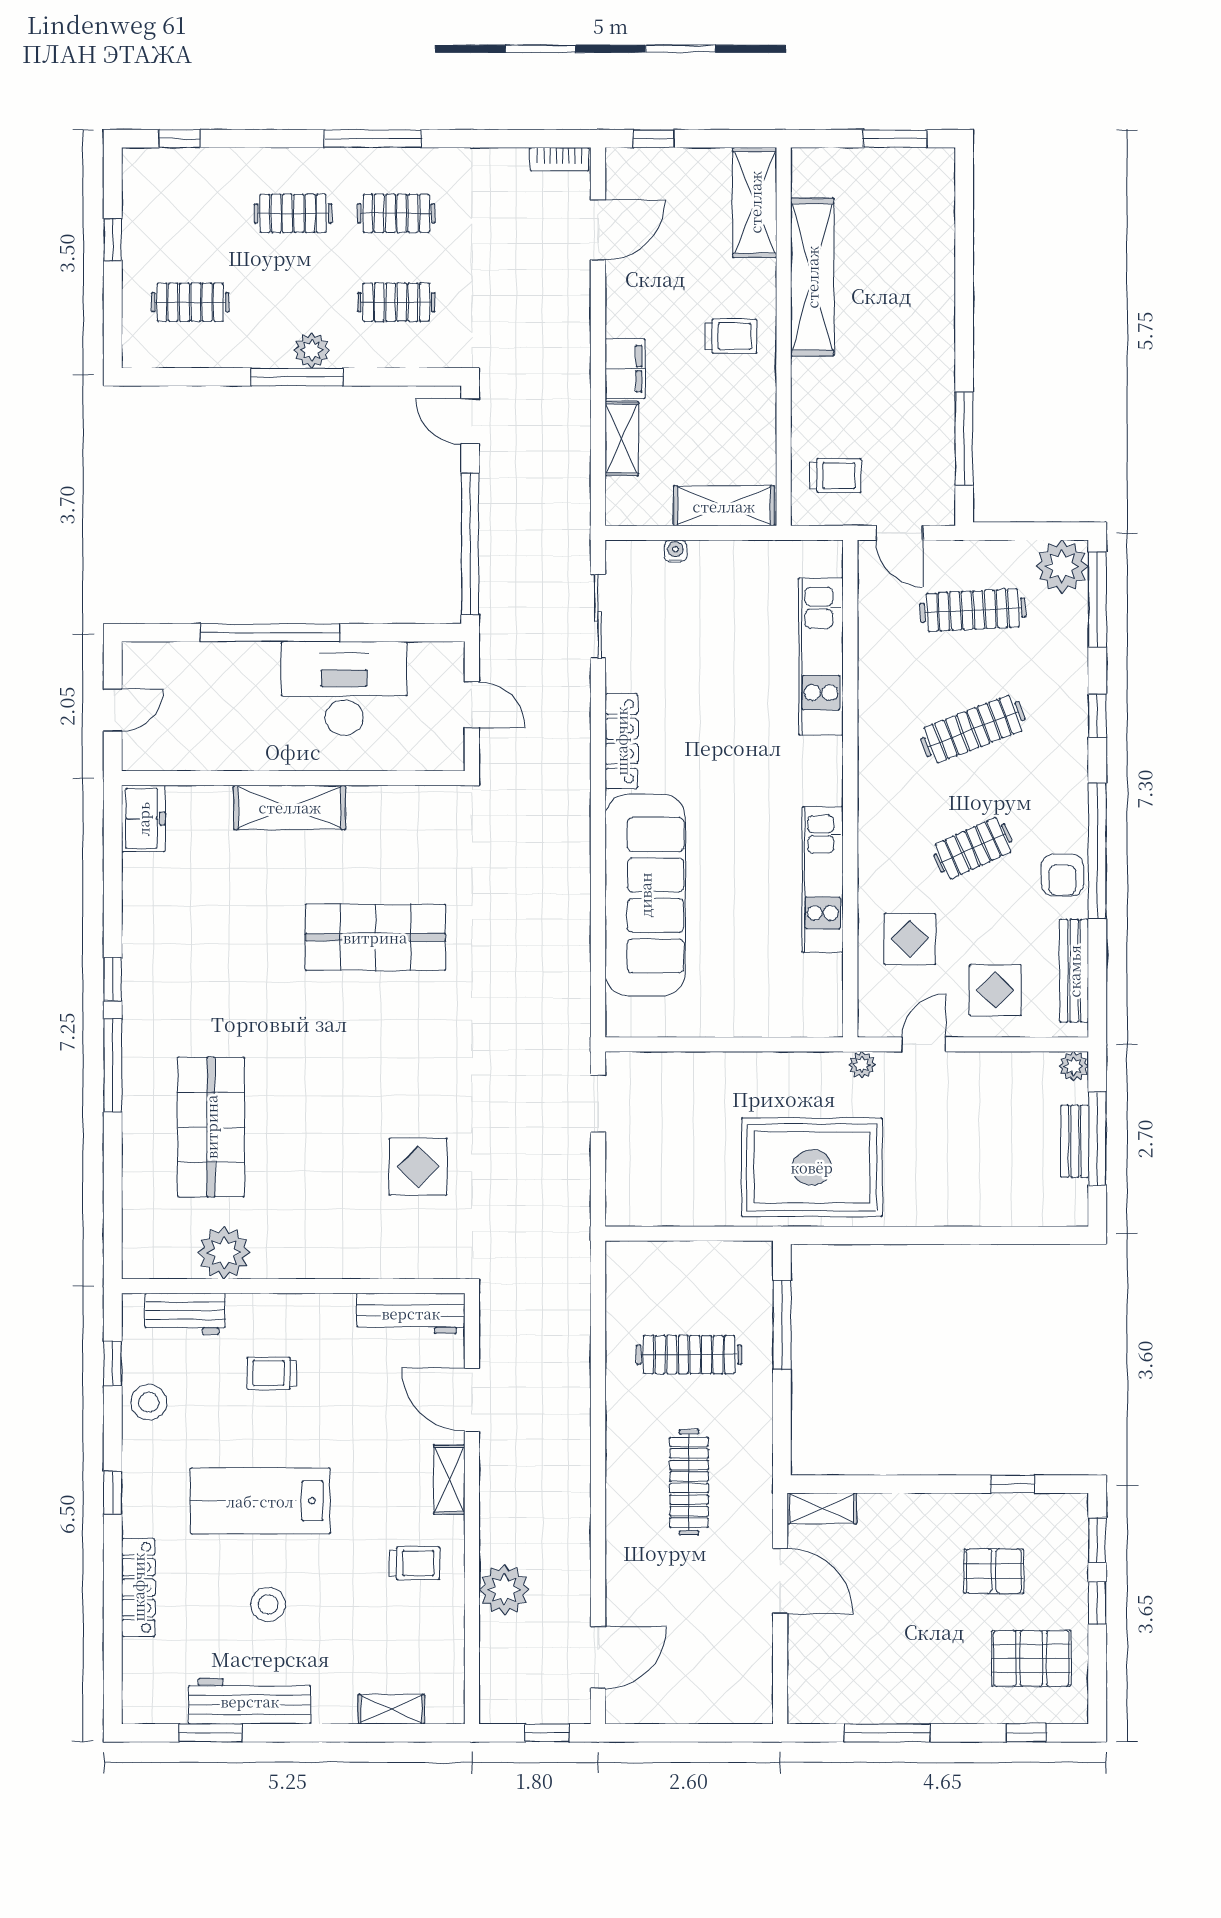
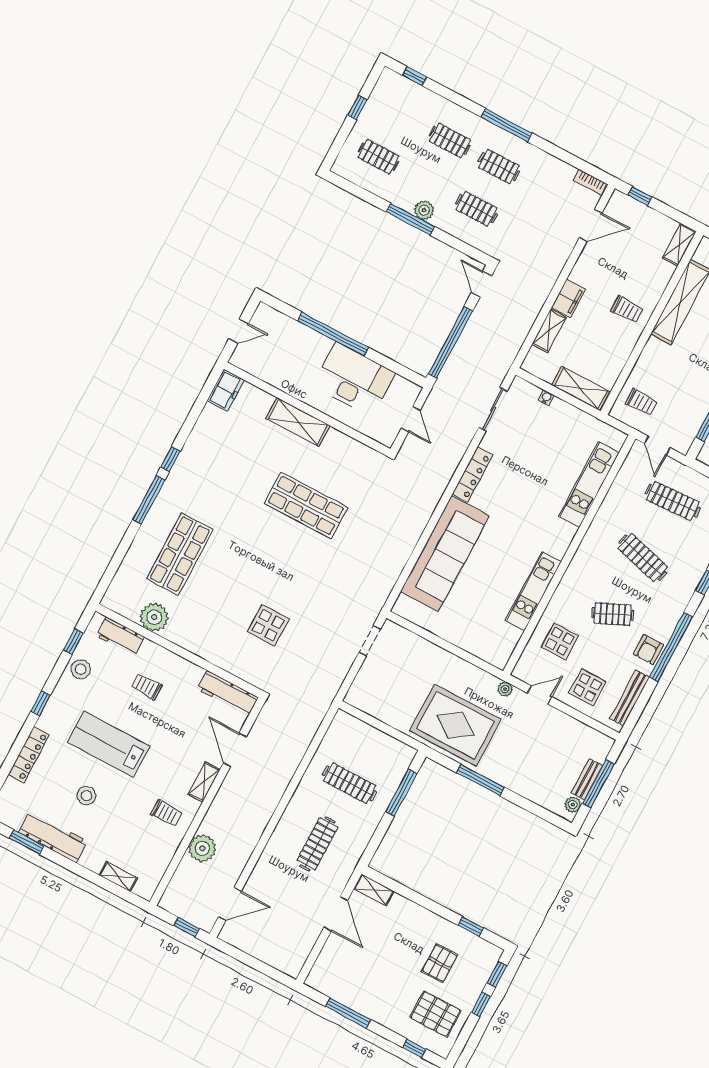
shelving: (755, 202) -> (679, 245), width x0.67, depth x0.75
clothes rail: (973, 729) -> (643, 558), turned 36
plant: (1074, 1066) -> (573, 805), moved
window: (901, 1235) -> (480, 780), added
pallet: (994, 1571) -> (440, 963), turned 90

